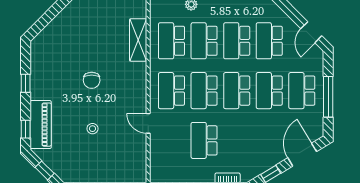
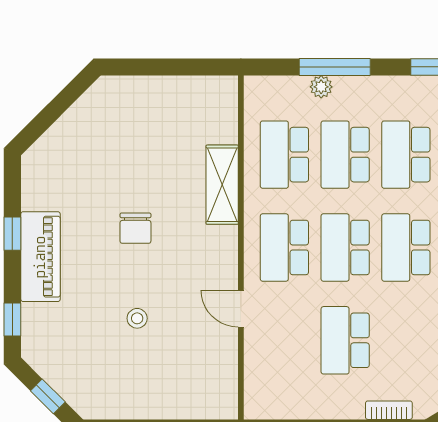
shelving: (138, 40) -> (222, 185), moved
piano: (41, 125) -> (40, 257), moved

